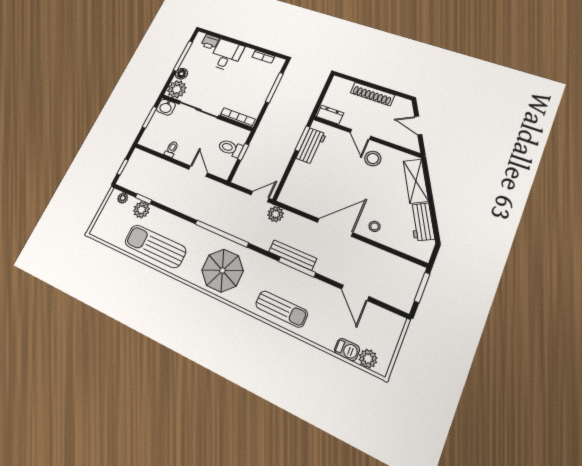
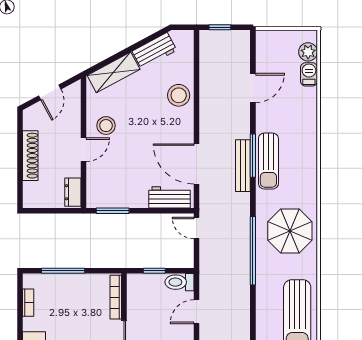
workbench: (311, 146) -> (169, 197), moved
toilet: (230, 148) -> (179, 282), moved, turned 90
plant: (276, 214) -> (208, 202), removed
stool: (374, 226) -> (179, 95), width x1.89, depth x1.89
door: (335, 227) -> (196, 164), moved
window: (422, 287) -> (220, 27), width x0.67
sun lounger: (281, 309) -> (268, 161), moved, turned 180

